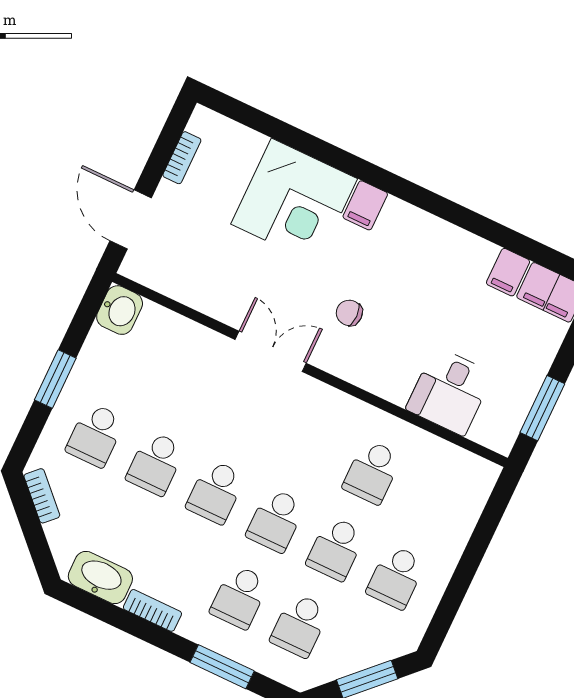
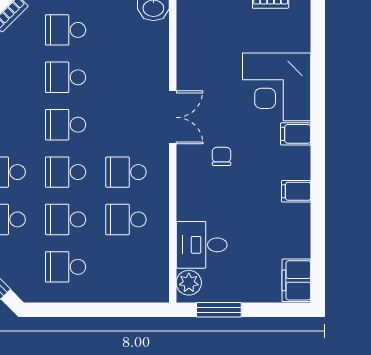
filing cabinet: (508, 272) -> (296, 191), moved
plant: (490, 430) -> (189, 283), added
school desk: (312, 444) -> (126, 172), added

